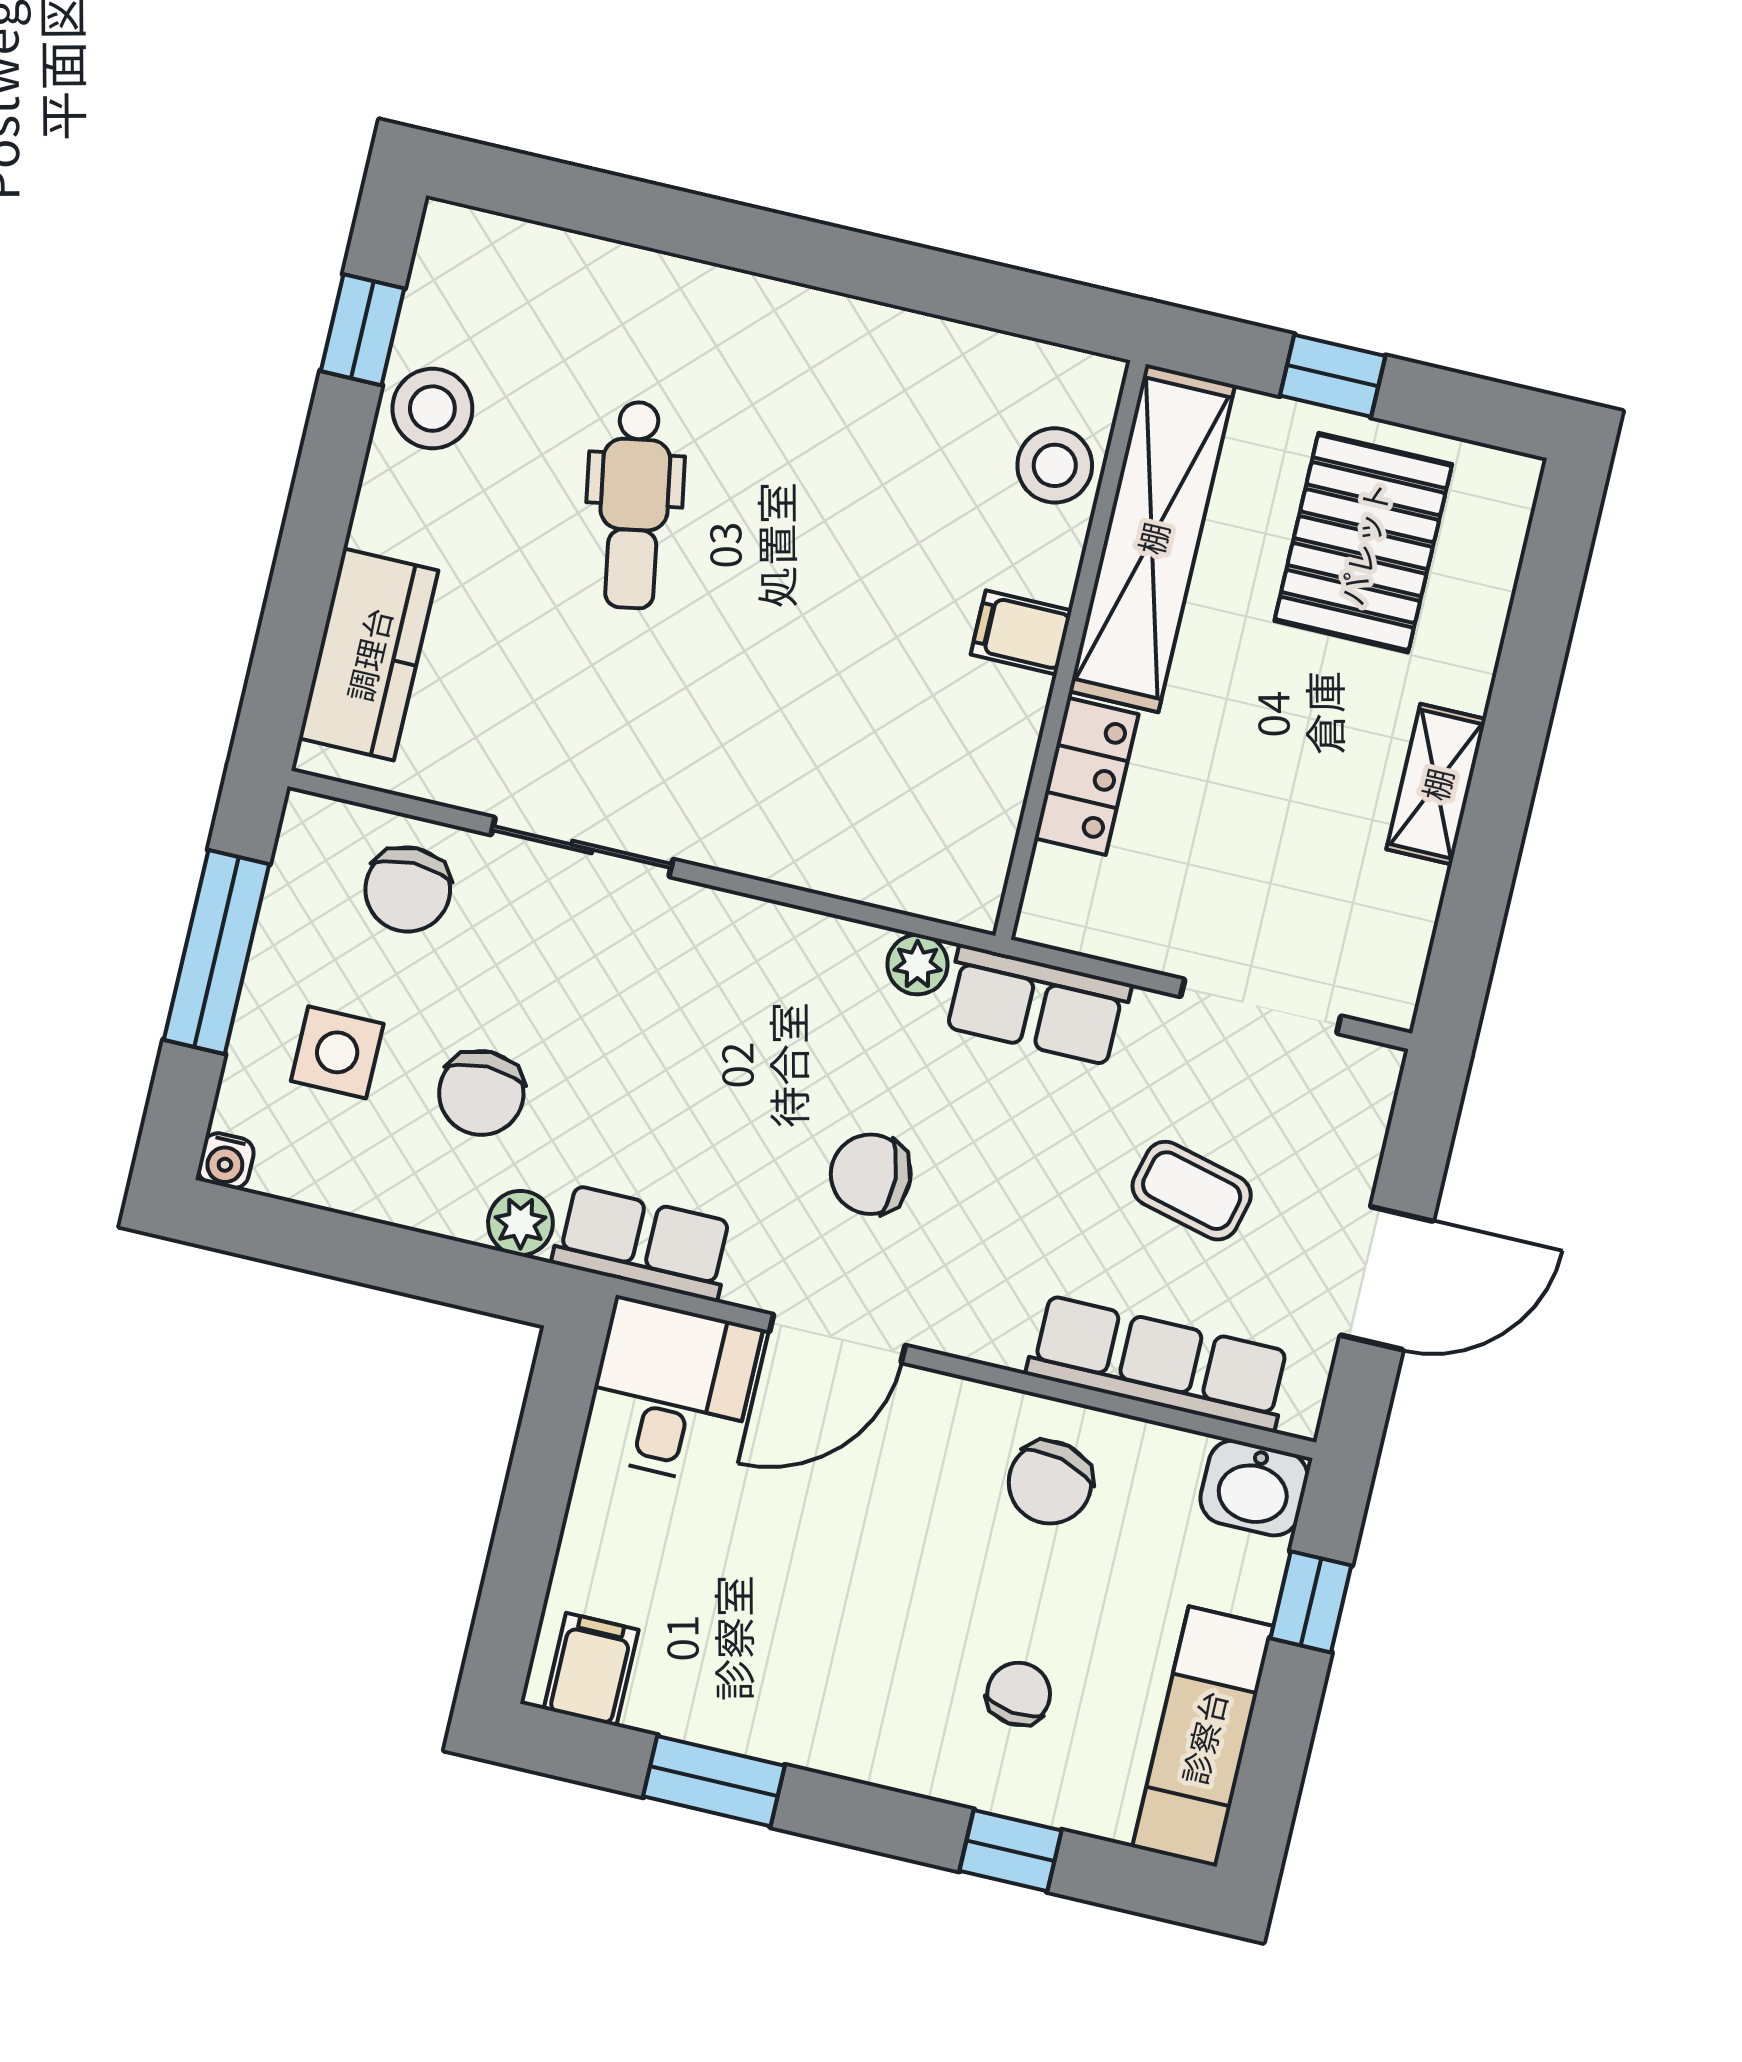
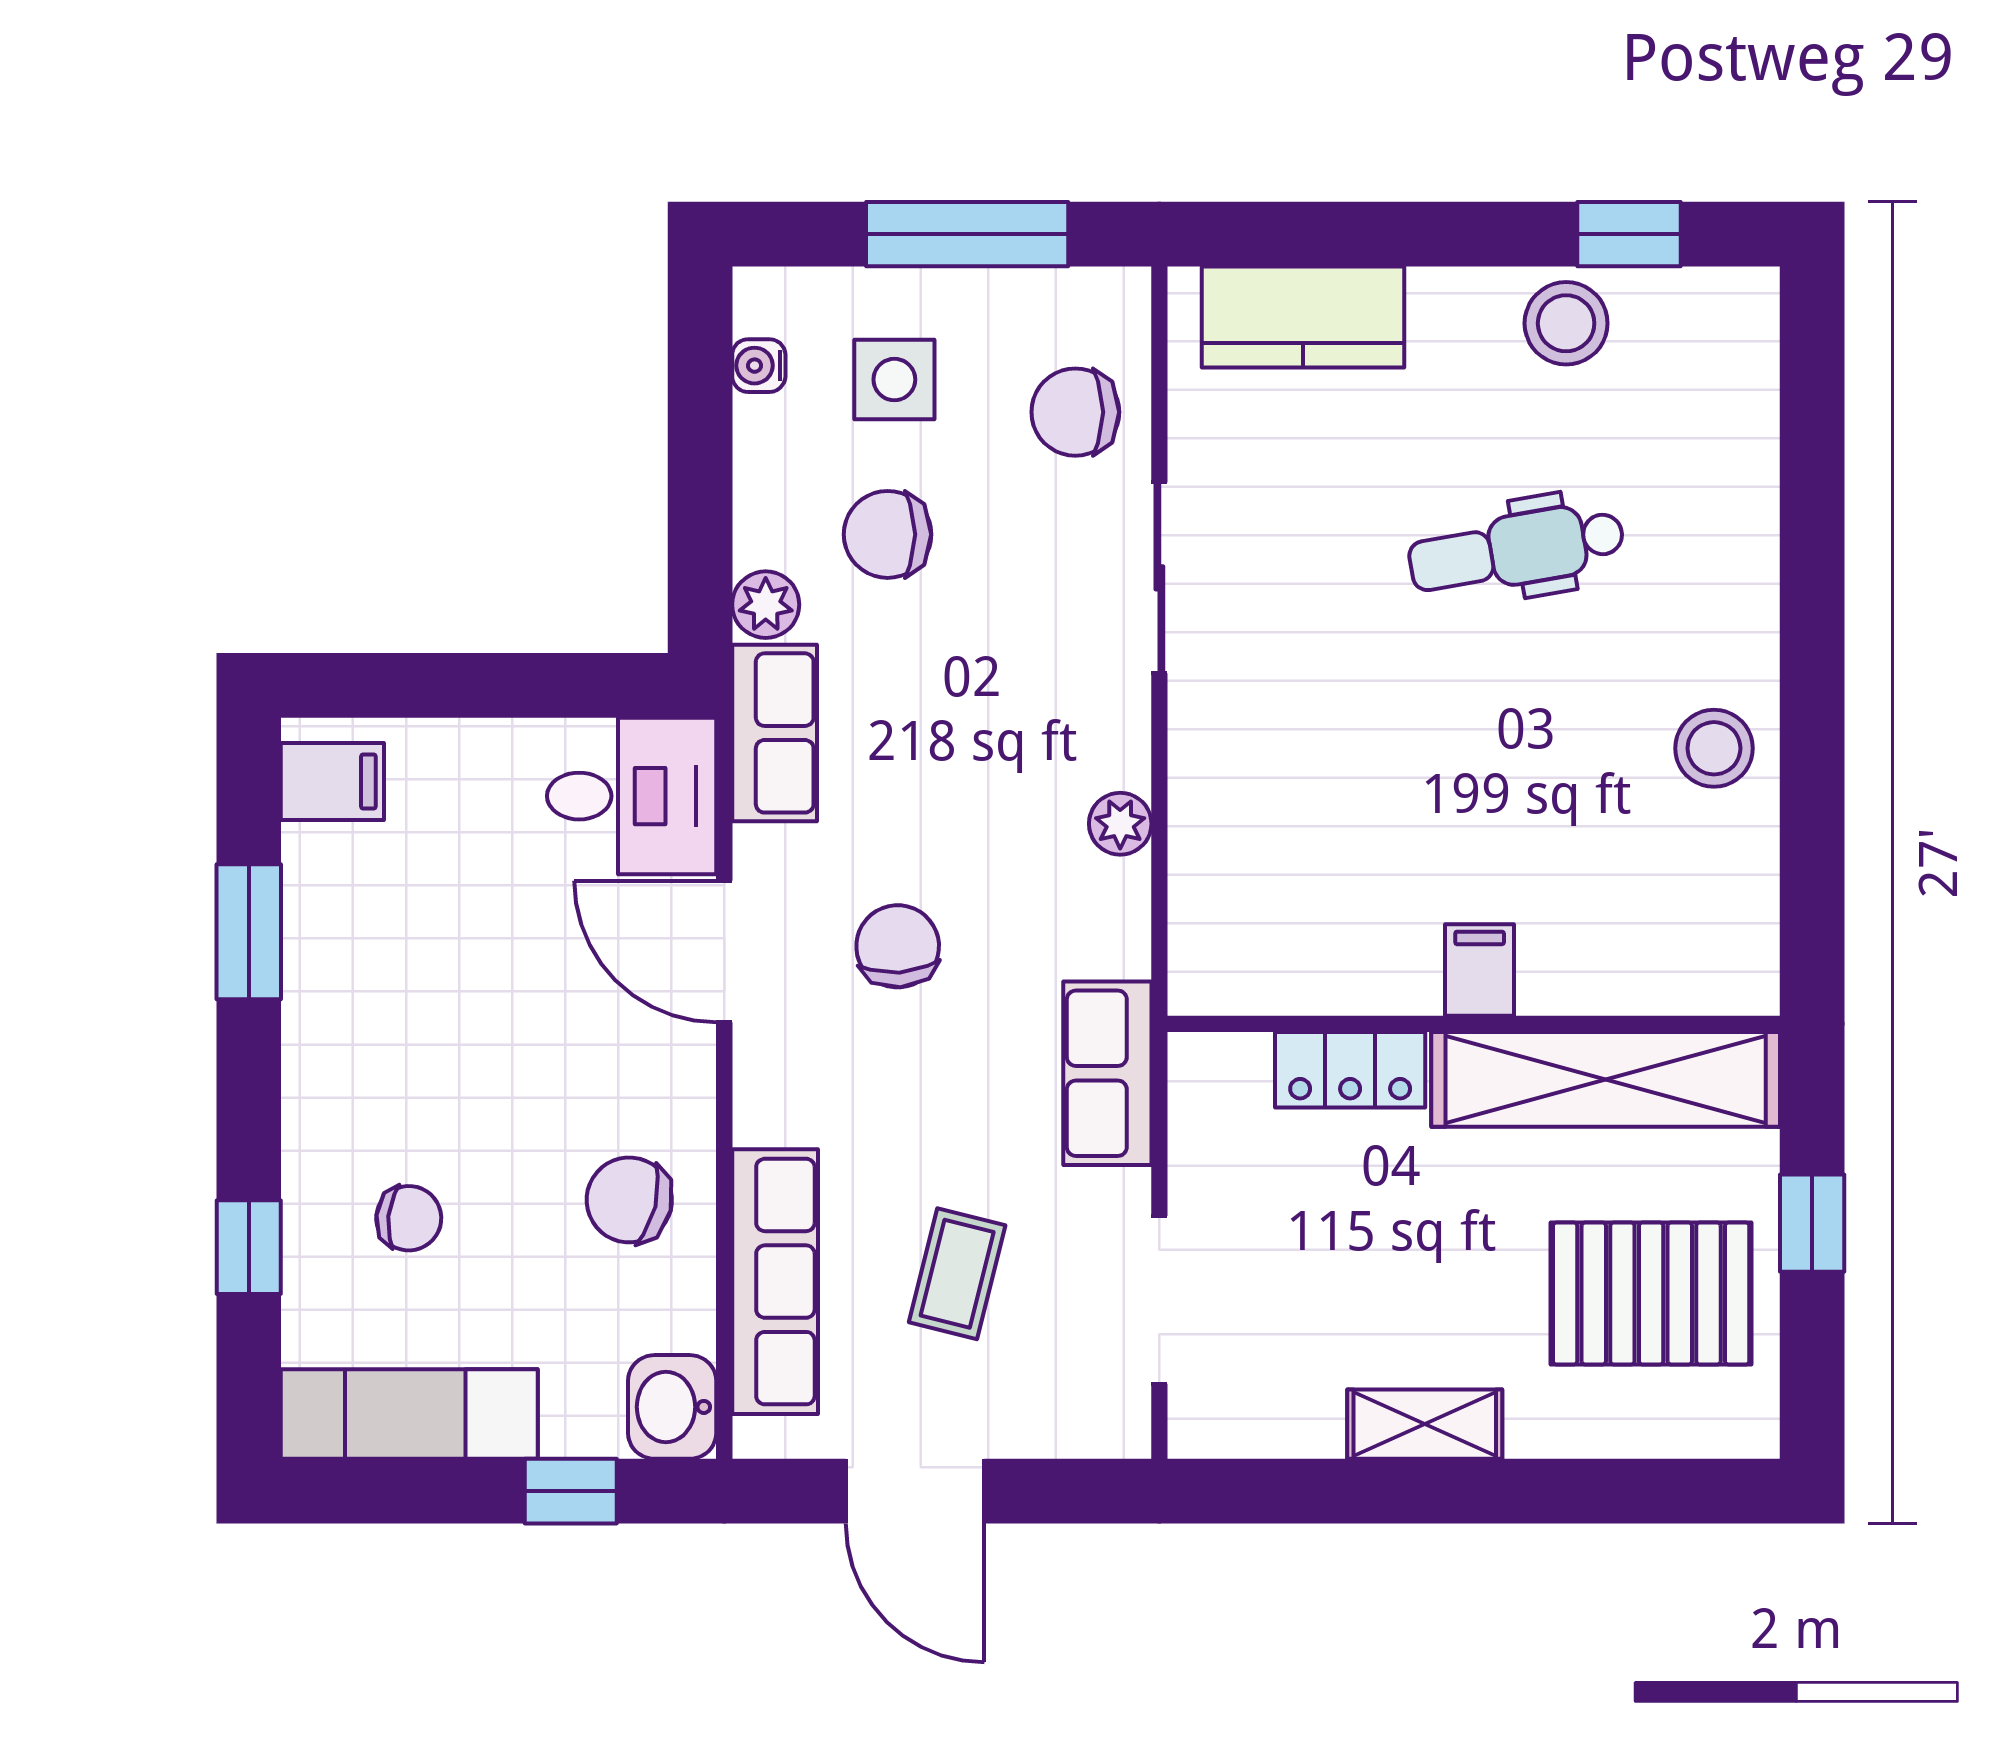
stool: (1055, 465) -> (1714, 748), moved
plant: (917, 965) -> (1120, 824), moved
water cooler: (226, 1161) -> (759, 366), moved

